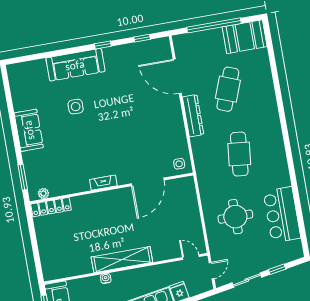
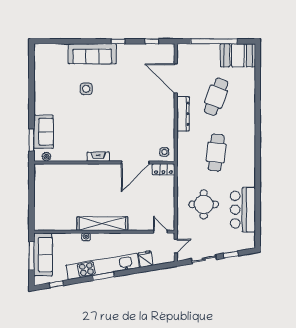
sofa: (29, 130) -> (44, 132), moved
locker: (51, 207) -> (163, 169), moved, width x0.66

